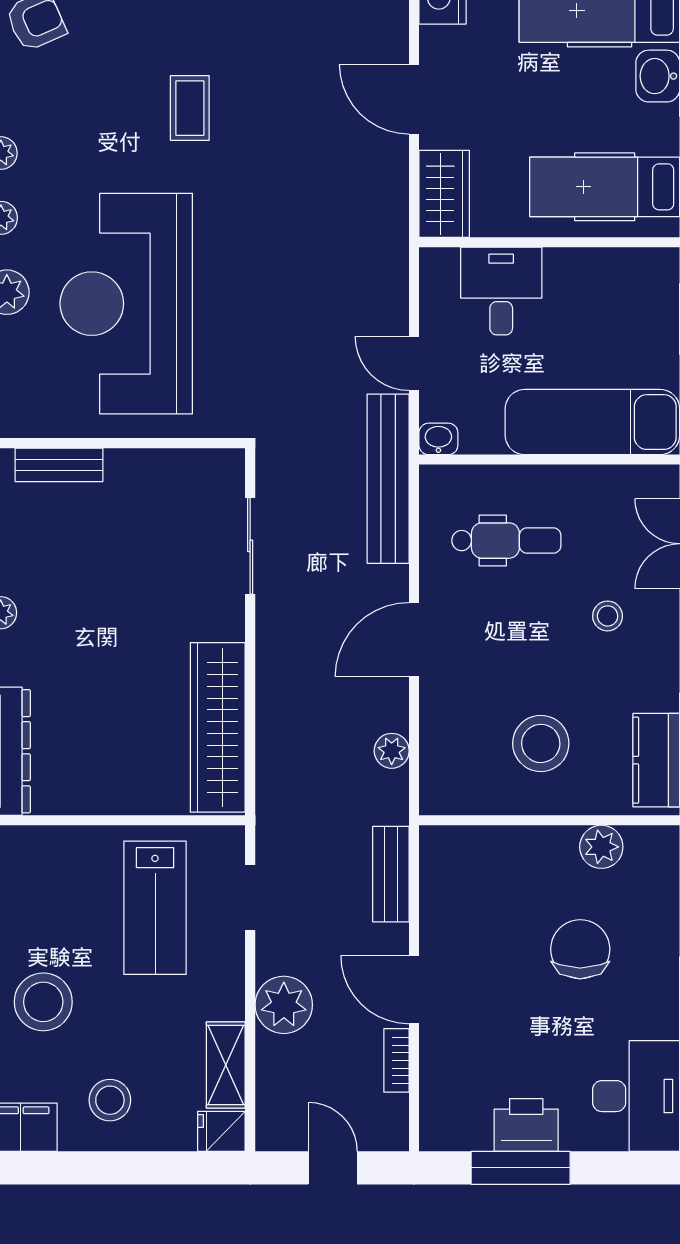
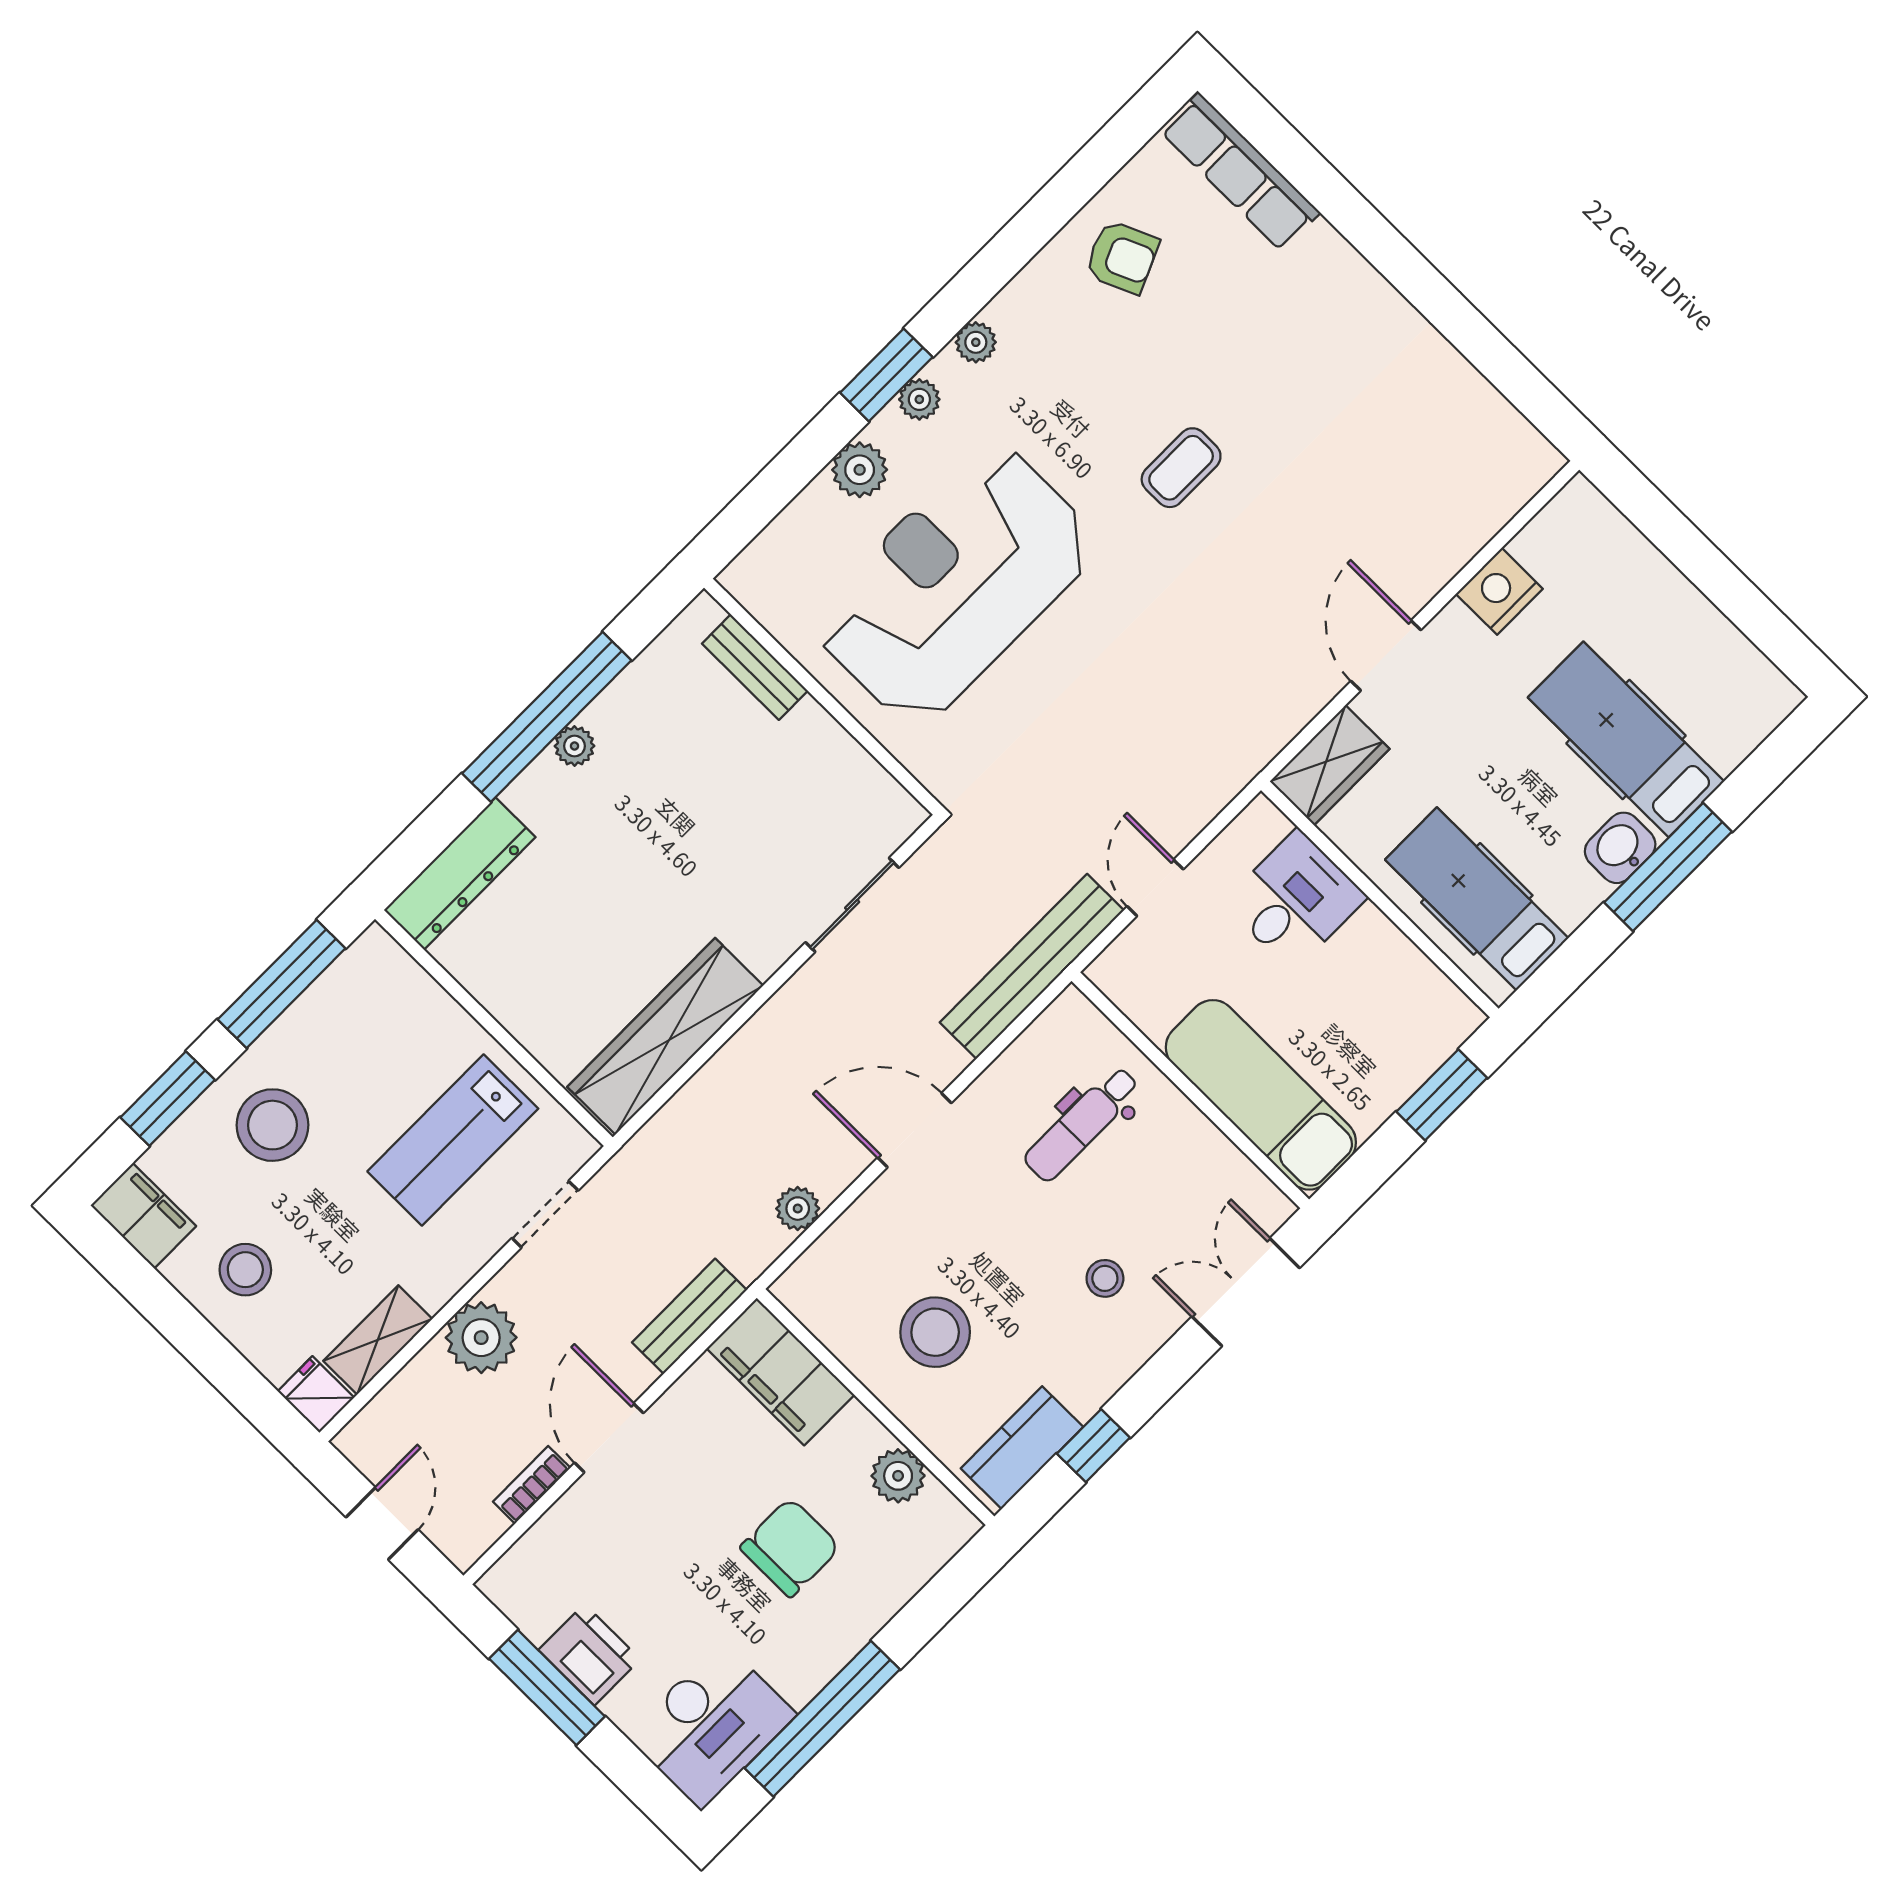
washbasin: (438, 439) -> (1111, 975), removed
dental chair: (506, 541) -> (1082, 1124), turned 90
filing cabinet: (475, 854) -> (780, 1372), added

